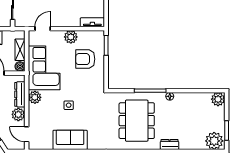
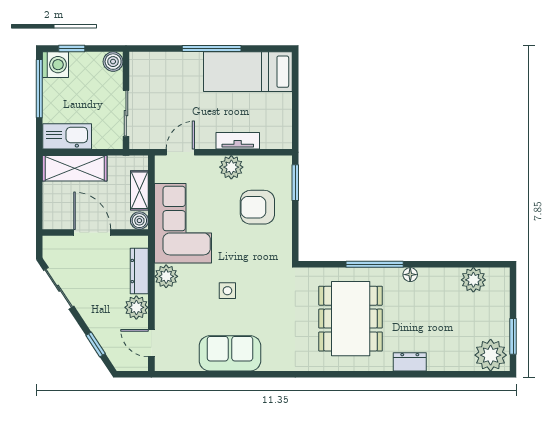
tv unit: (92, 22) -> (238, 141), moved
plant: (218, 99) -> (473, 280), moved

